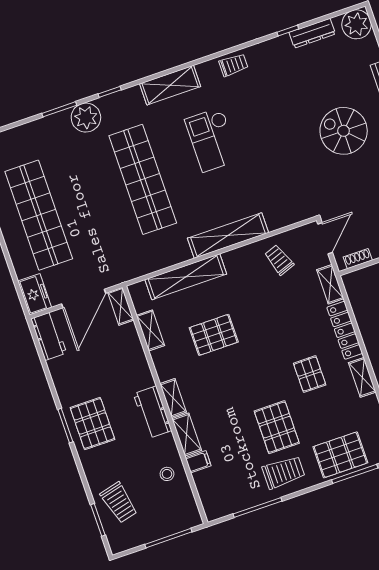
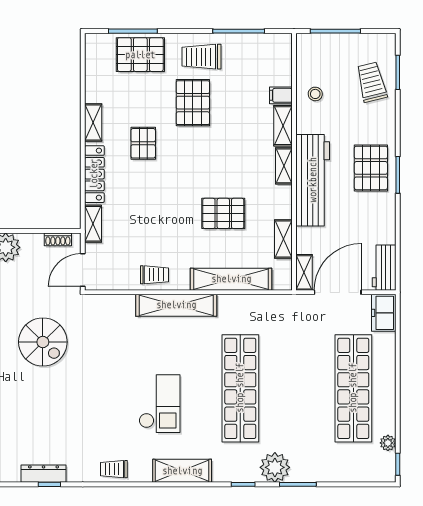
dresser: (312, 33) -> (44, 474), moved
spiral stairs: (344, 131) -> (43, 342), moved
trolley: (279, 260) -> (154, 275), moved, turned -70
workbench: (153, 412) -> (313, 180), width x1.88, depth x1.32

